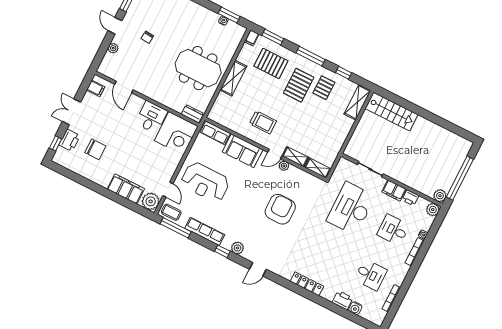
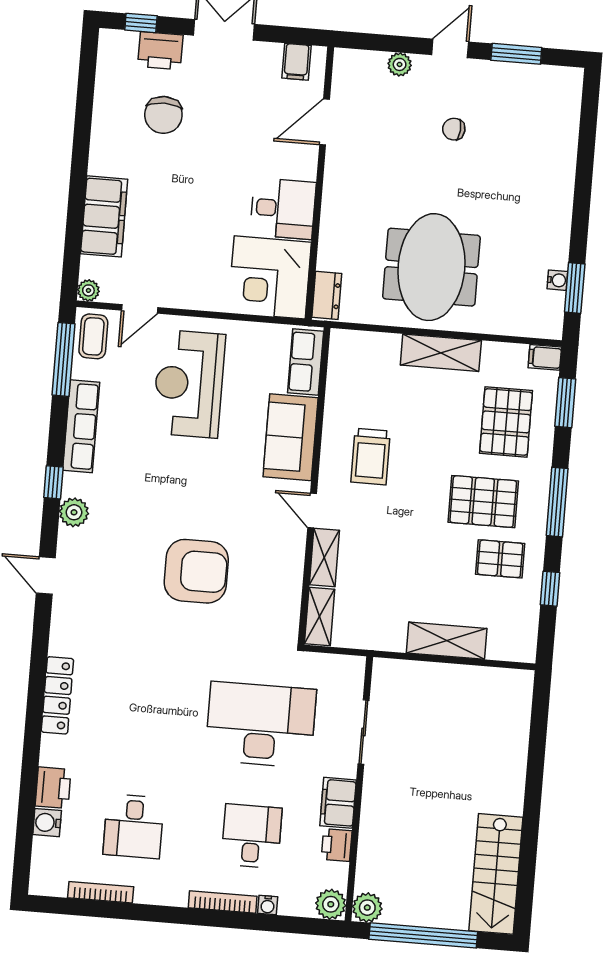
shelving: (357, 102) -> (447, 641), moved
stairs: (391, 112) -> (496, 874), moved
plant: (284, 166) -> (294, 541), removed
plant: (151, 201) -> (88, 290), width x0.53, depth x0.53

